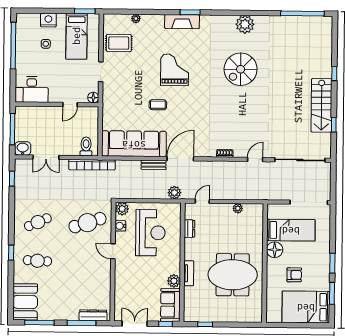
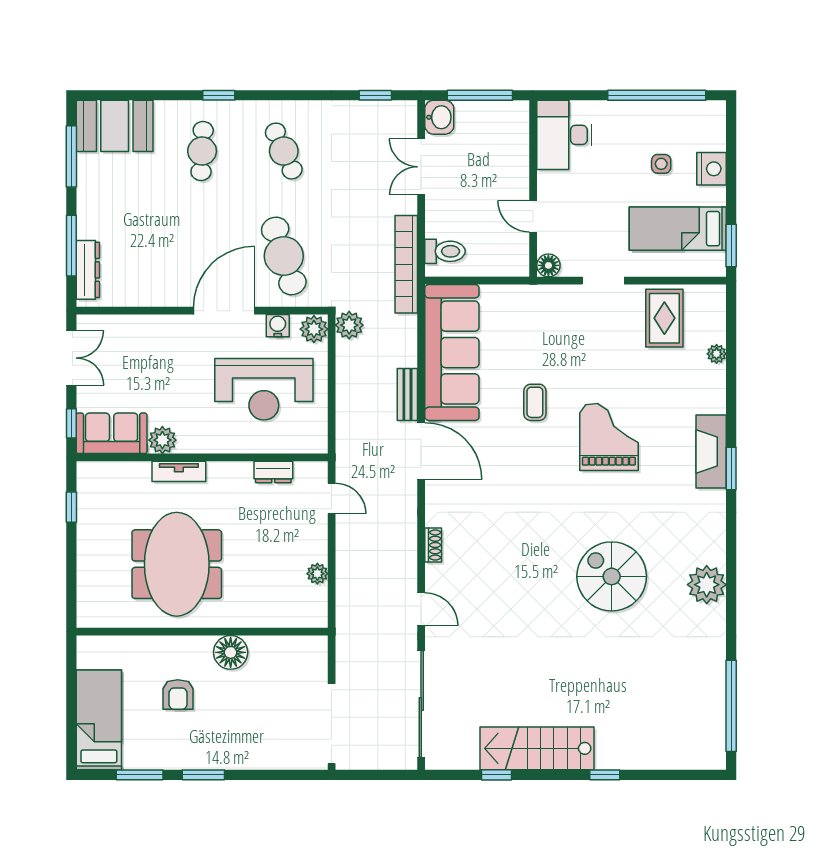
grand piano: (175, 70) -> (609, 437), turned -90
plant: (174, 193) -> (349, 325), moved
bed: (291, 230) -> (272, 686), removed
door: (113, 251) -> (224, 311), width x1.88
bed: (306, 307) -> (99, 720), width x0.67

